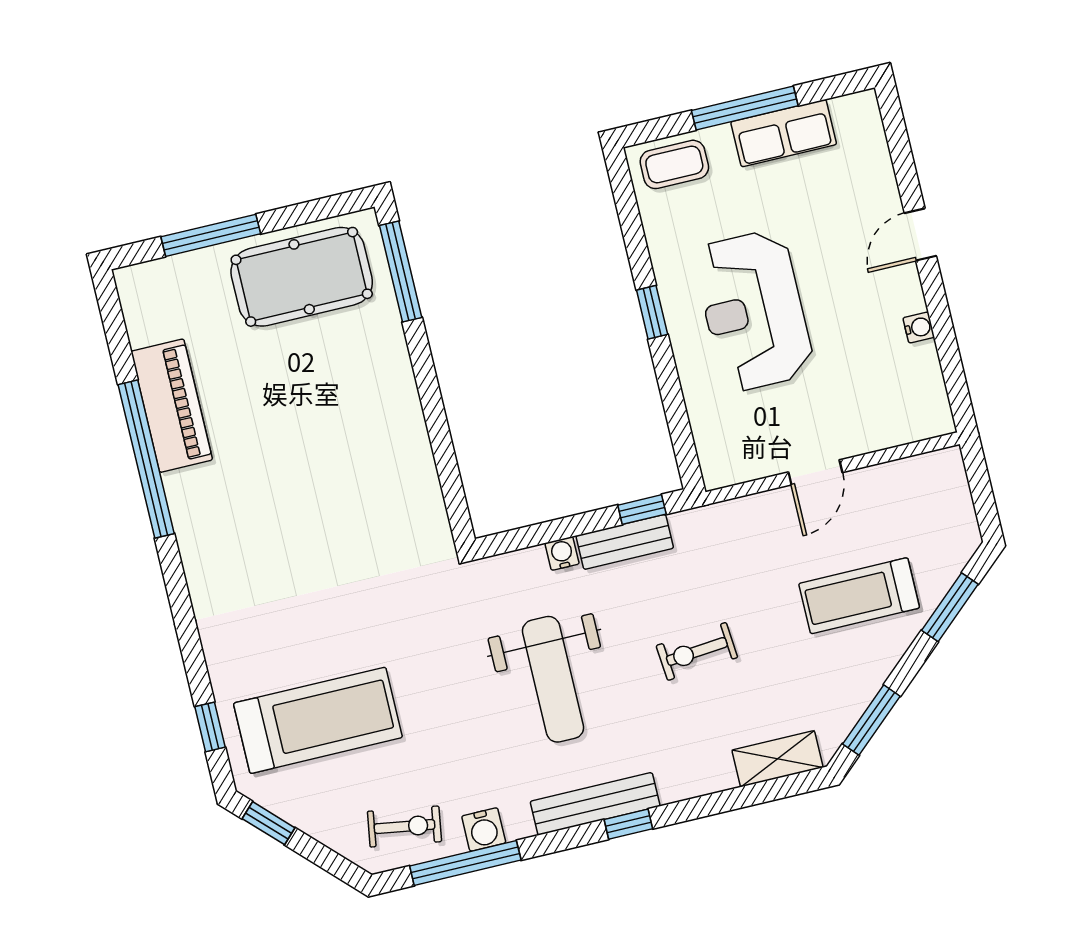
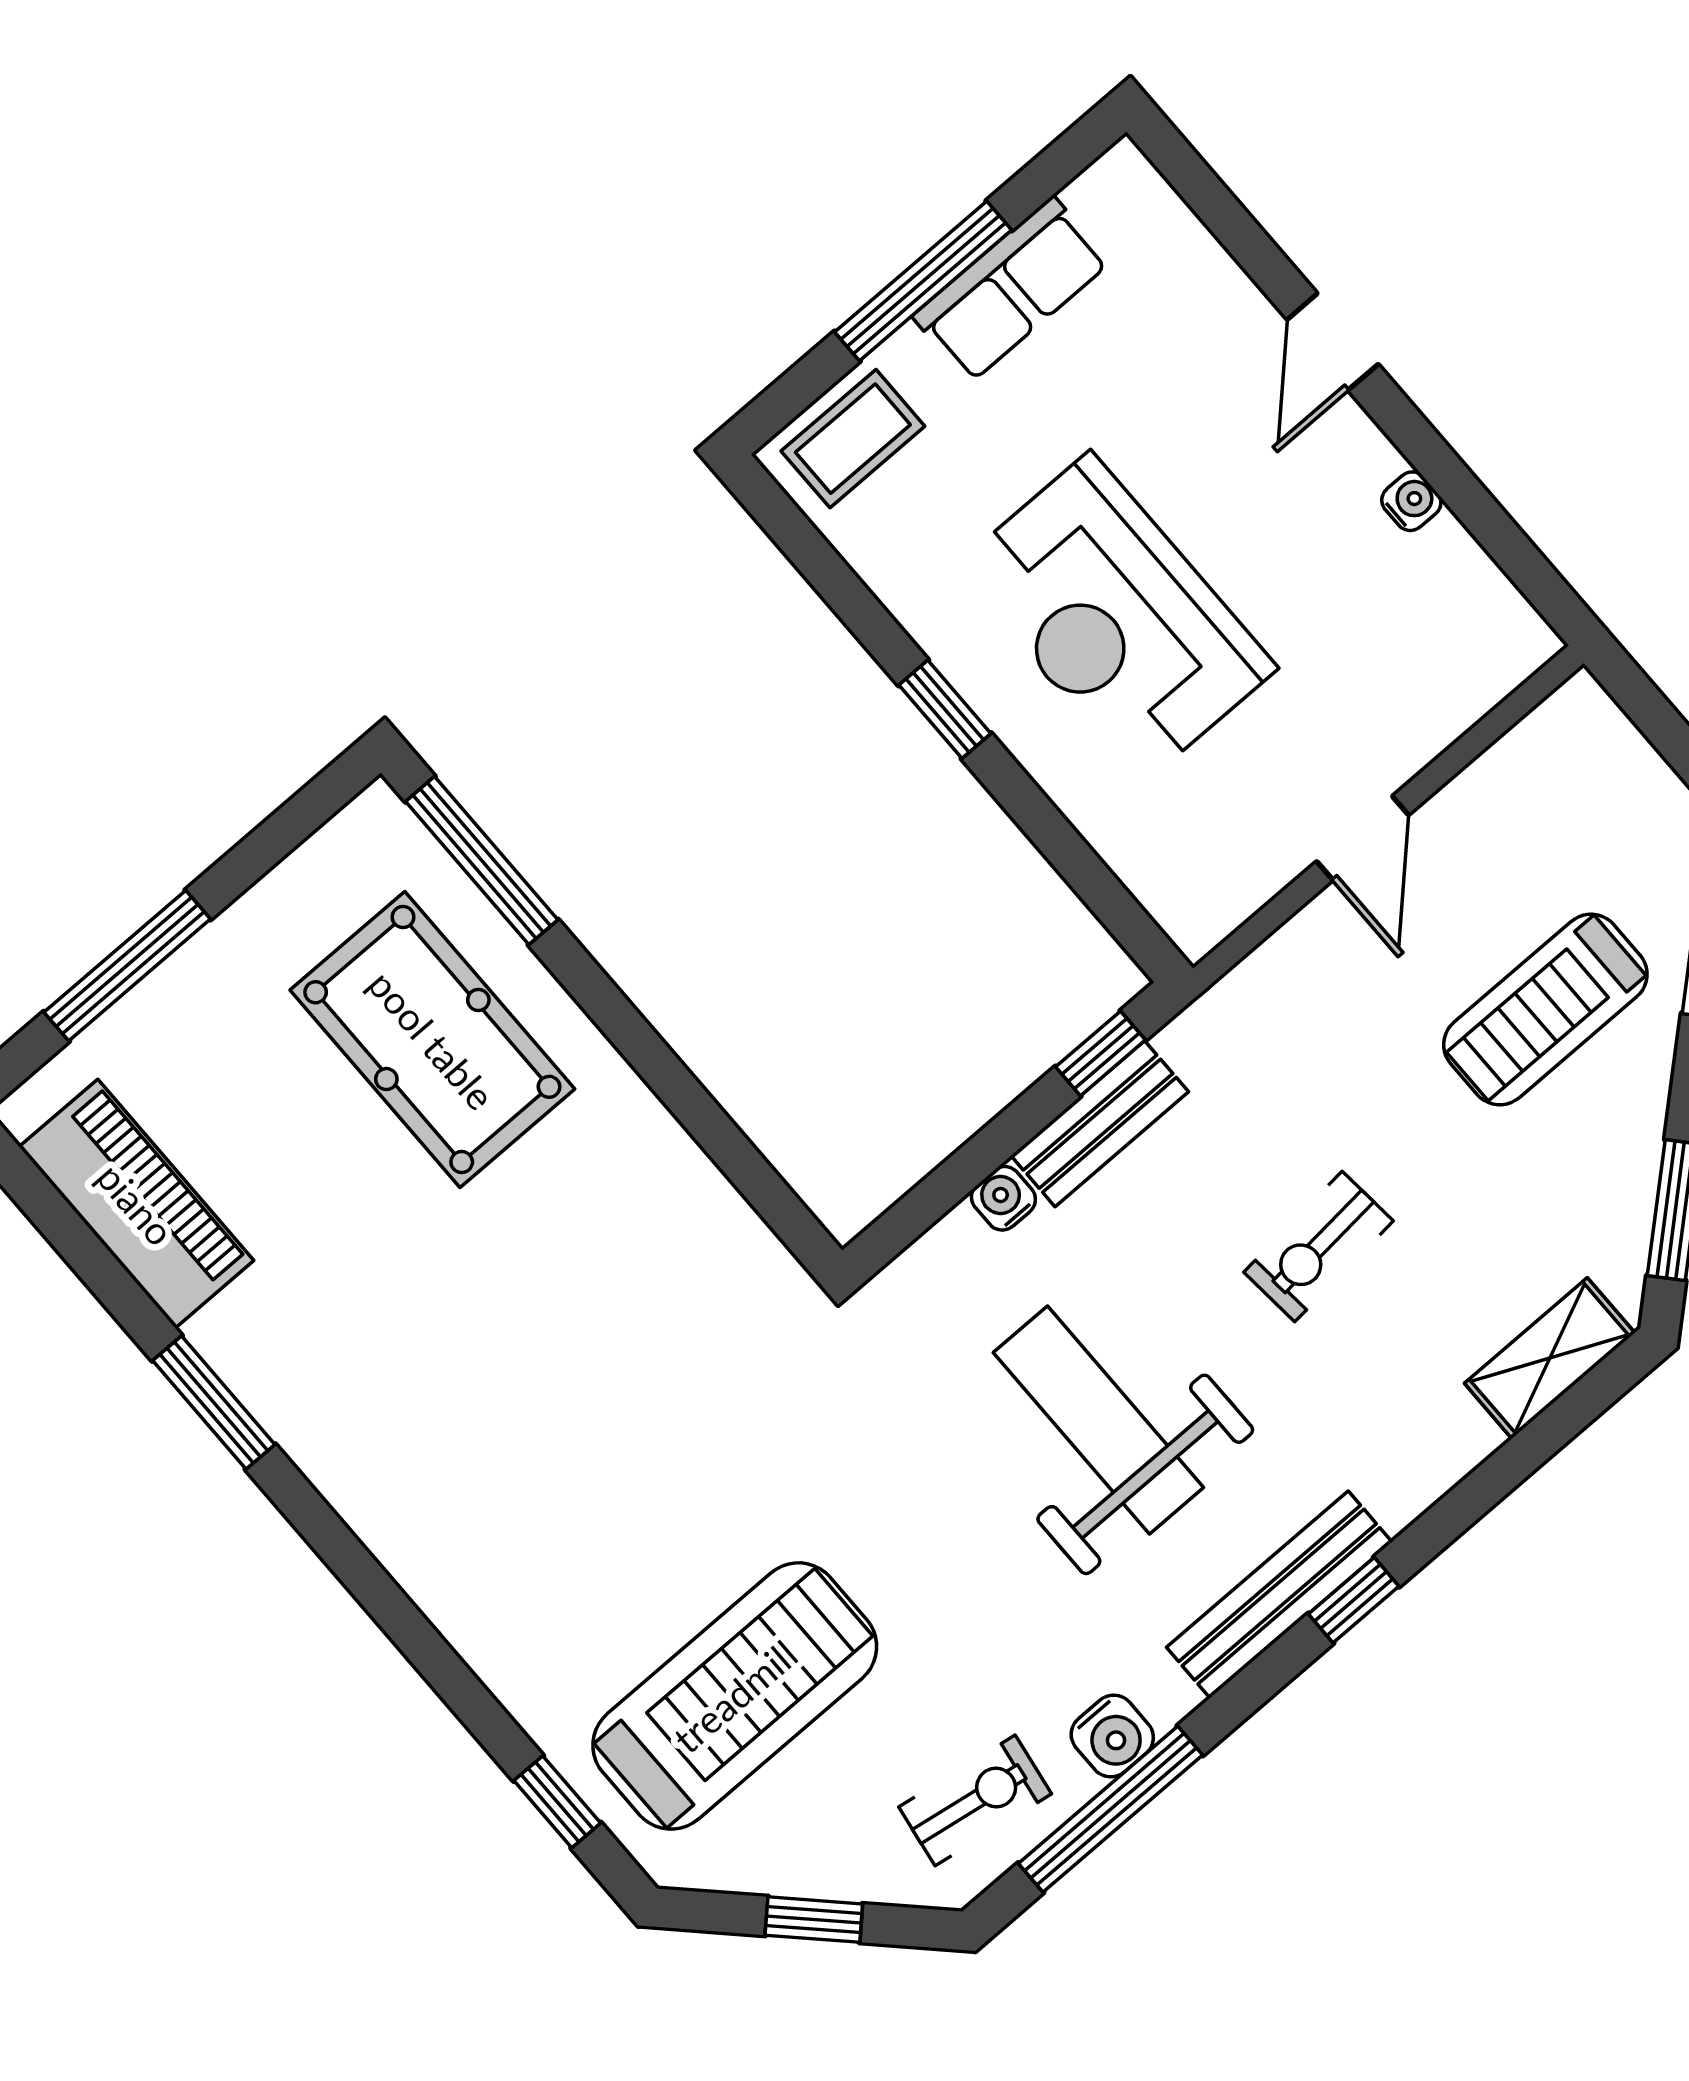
pool table: (302, 277) -> (432, 1040), moved, turned 90
piano: (172, 406) -> (136, 1204), moved
window: (146, 459) -> (214, 1403), width x0.47
weight bench: (553, 679) -> (1098, 1420), turned 180
window: (269, 823) -> (814, 1920), moved

